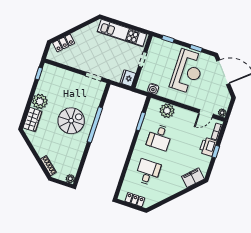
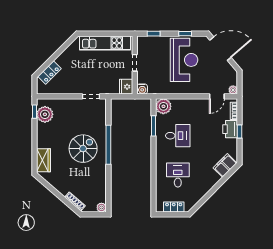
water cooler: (153, 89) -> (142, 89), moved
plant: (40, 101) -> (45, 114), moved
plant: (167, 111) -> (163, 106), moved
desk: (159, 137) -> (178, 136), turned -90

